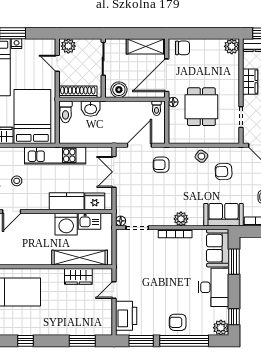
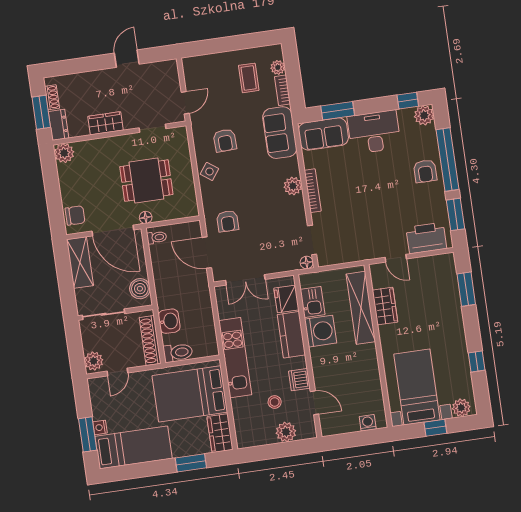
chair: (182, 48) -> (75, 215), turned 90
dishwasher: (31, 202) -> (299, 380), added

